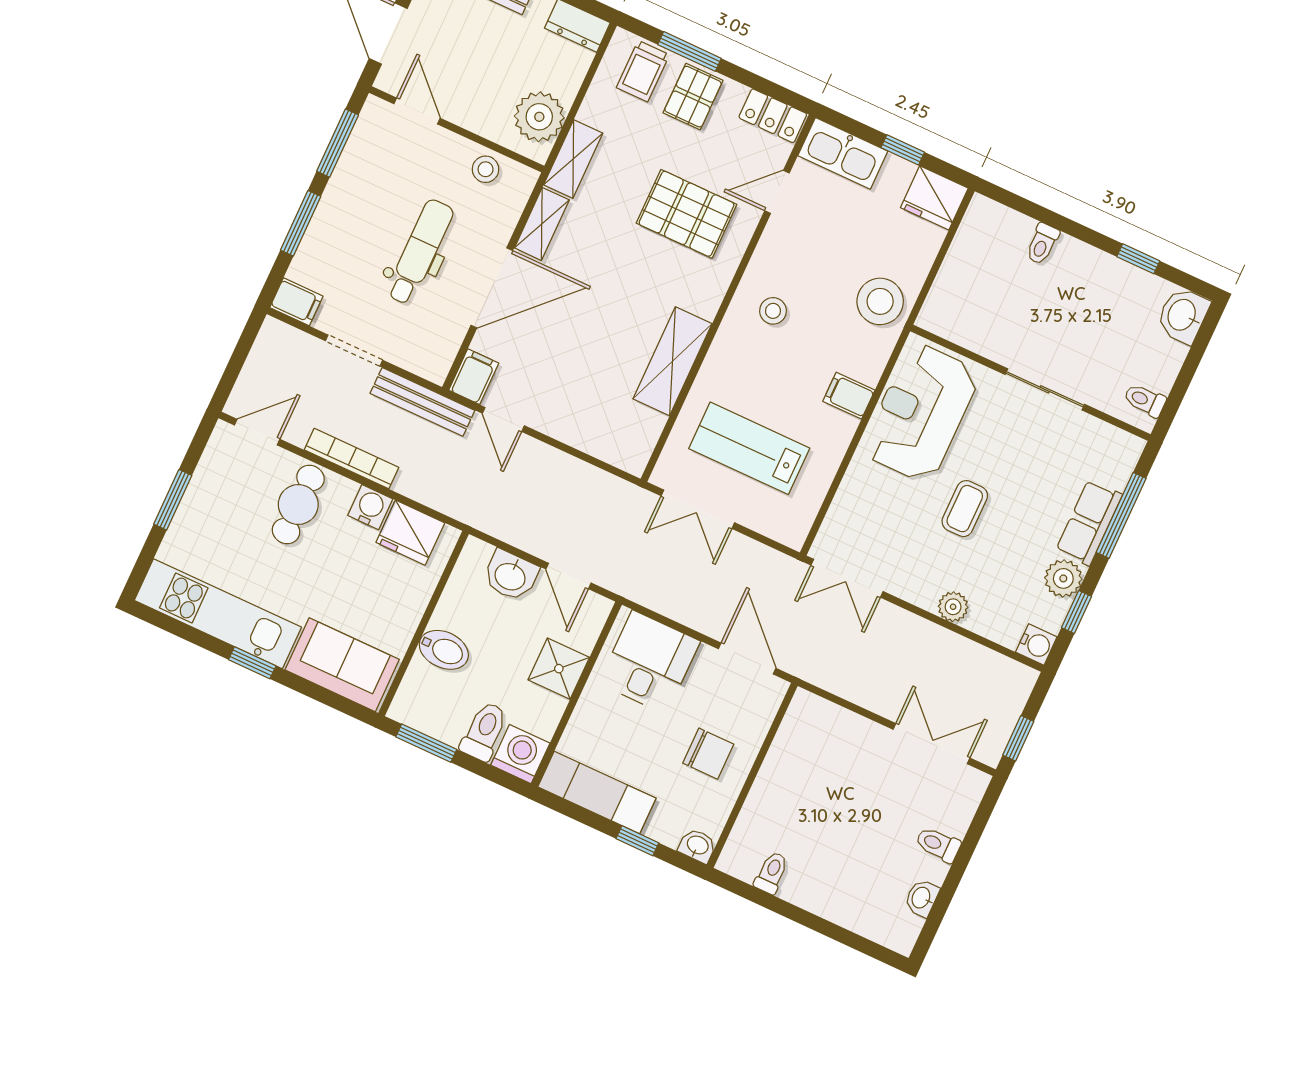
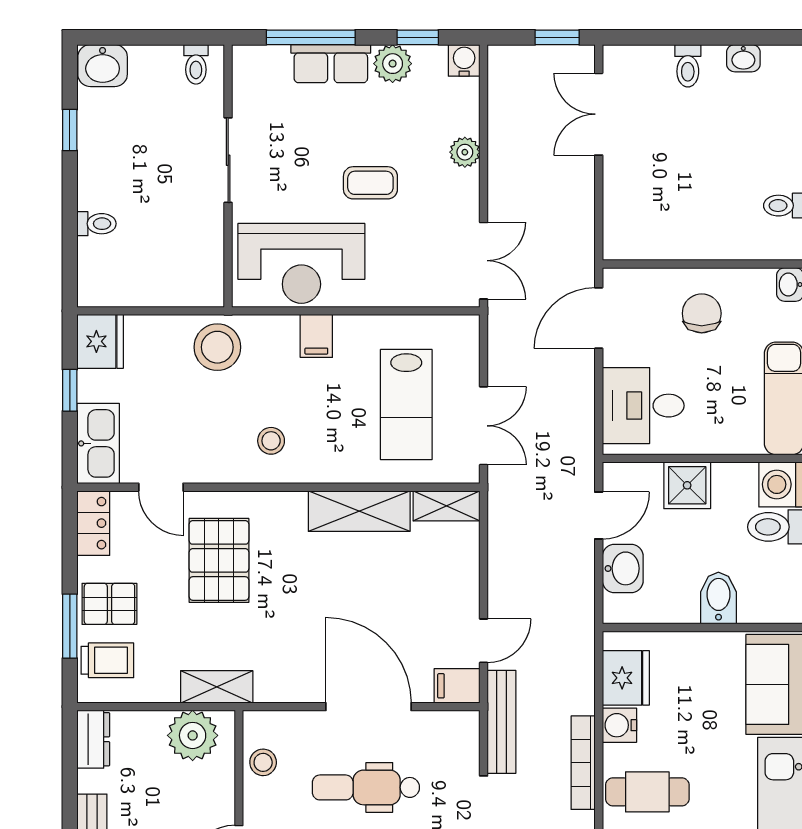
shelving: (542, 224) -> (446, 506), moved

